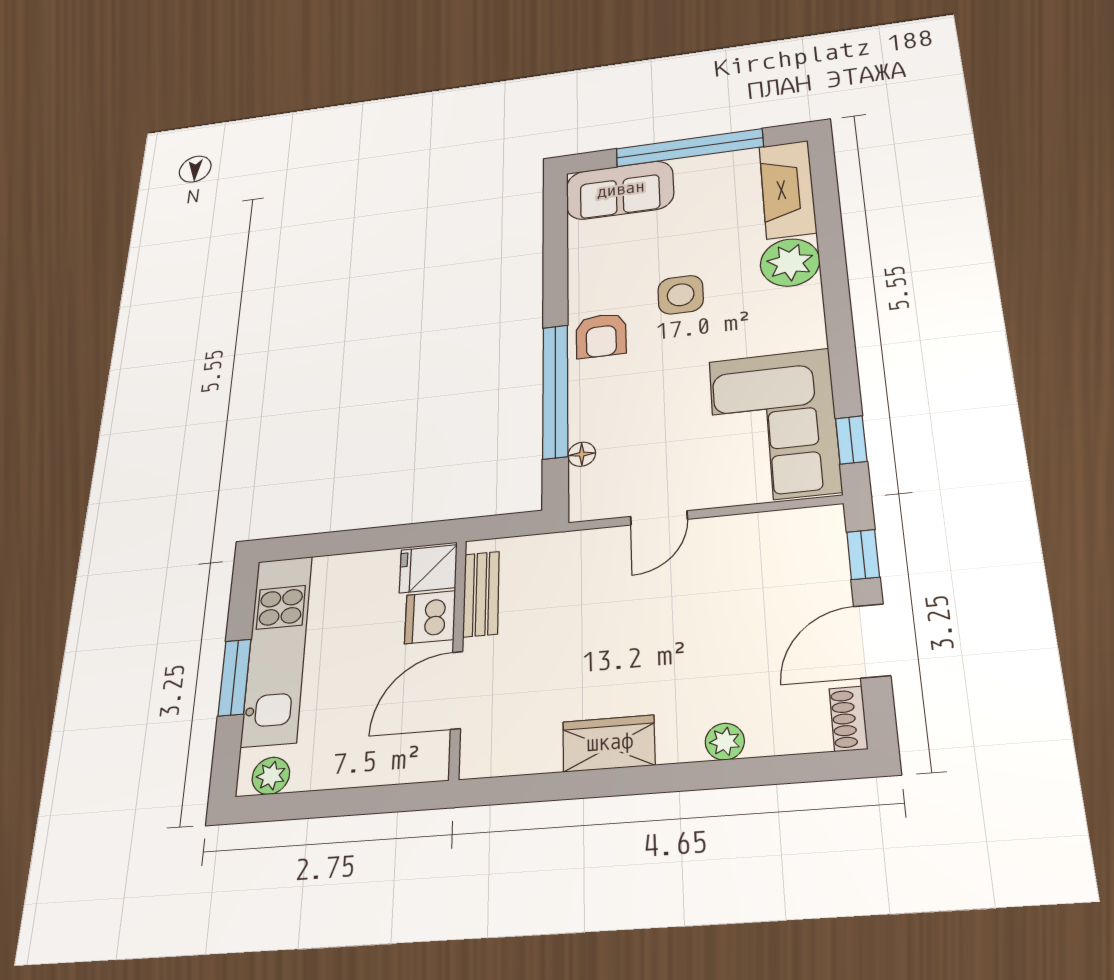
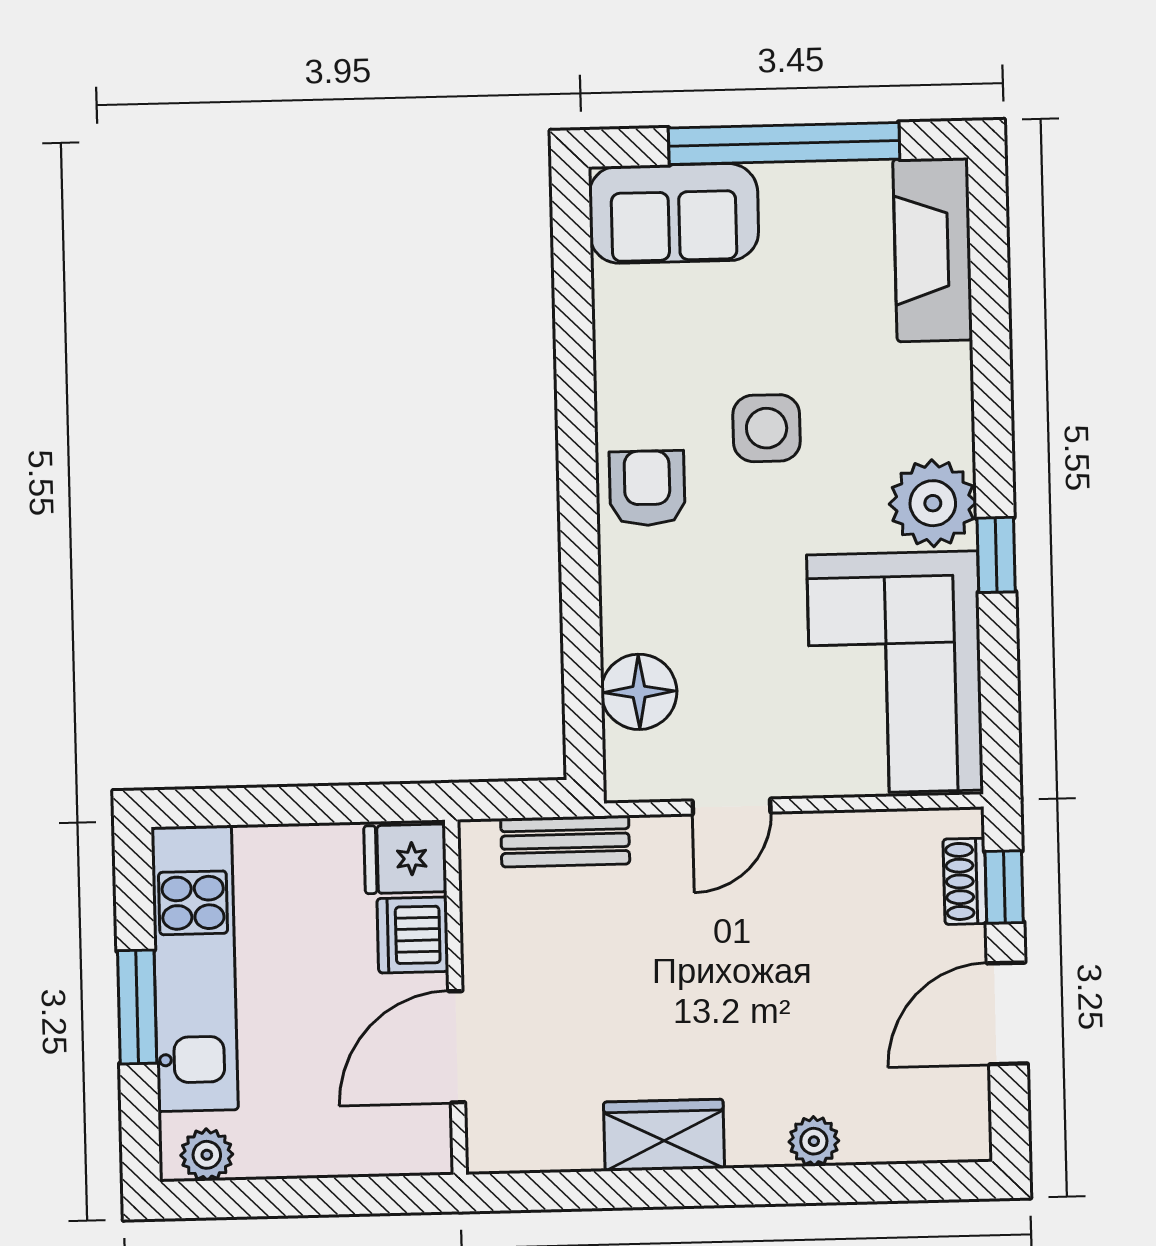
plant: (790, 262) -> (933, 503), moved
armchair: (601, 336) -> (647, 488), turned 180
window: (555, 391) -> (580, 579), removed
window: (851, 440) -> (996, 555), moved
floor lamp: (582, 454) -> (639, 692), width x1.89, depth x1.89
bench: (481, 594) -> (565, 841), moved, turned 90
shoe rack: (848, 719) -> (965, 881), moved

